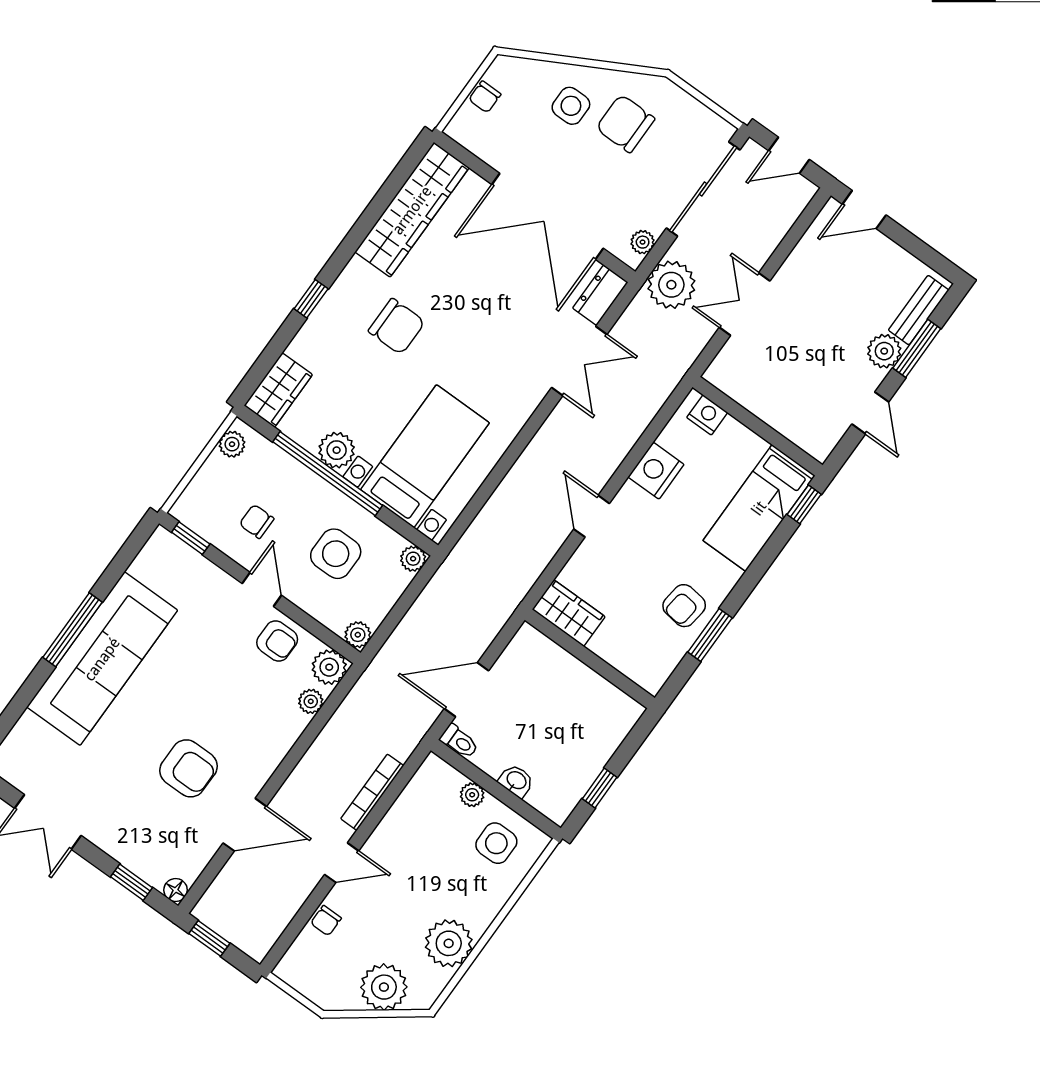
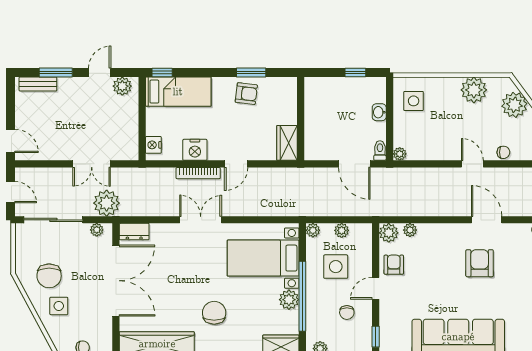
plant: (884, 351) -> (122, 86), moved
double door: (579, 361) -> (201, 220), moved
plant: (358, 635) -> (342, 230), moved
bookcase: (372, 792) -> (198, 173), moved
plant: (472, 795) -> (400, 154), moved

